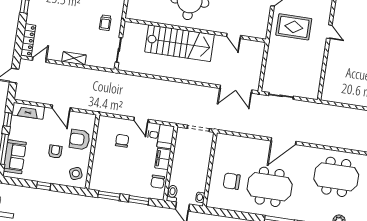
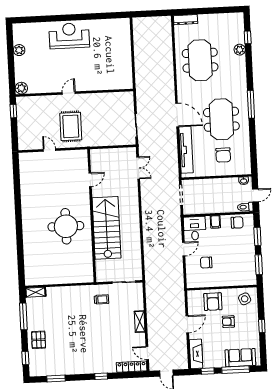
double door: (236, 89) -> (138, 168), width x0.73
tv unit: (245, 143) -> (186, 150), added
filing cabinet: (163, 159) -> (215, 222), width x0.50

